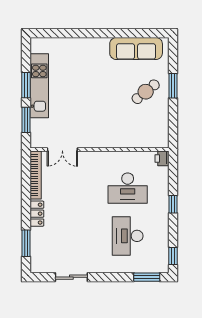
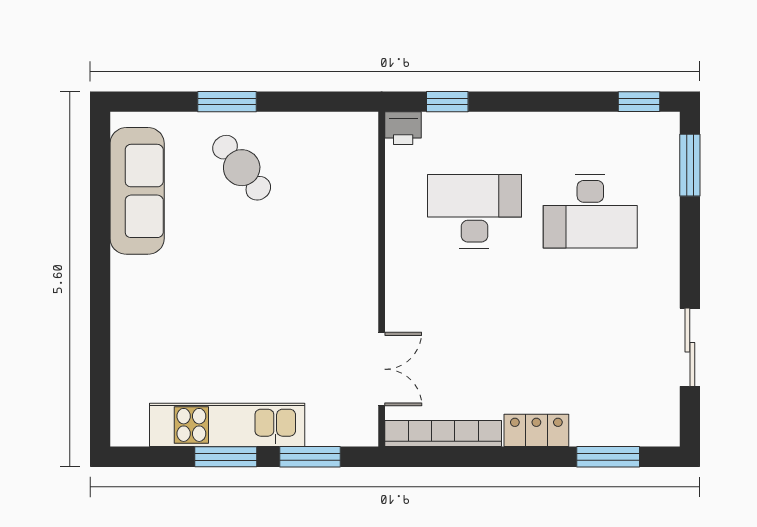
desk: (128, 188) -> (474, 211), turned -90
window: (173, 204) -> (447, 102), moved

